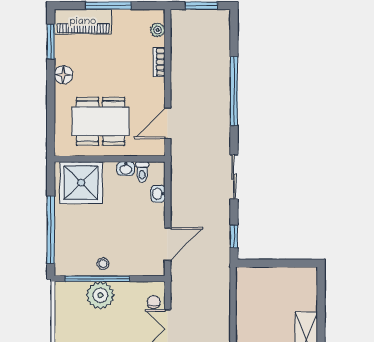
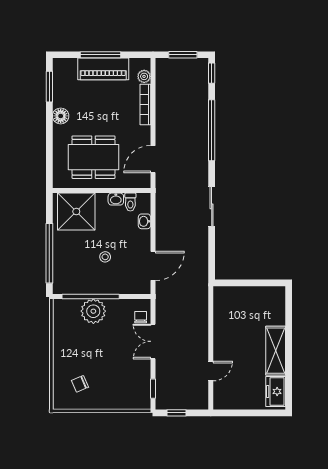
piano: (83, 22) -> (103, 69), moved
bookcase: (159, 62) -> (145, 105), width x1.56
window: (234, 236) -> (212, 73), moved
stool: (103, 264) -> (105, 257), moved

